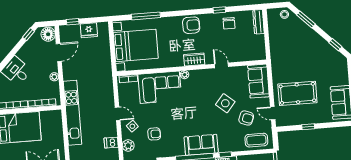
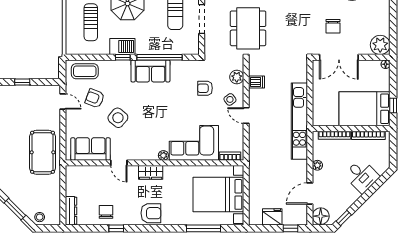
armchair: (191, 25) -> (151, 213), turned 180
sofa: (258, 81) -> (90, 149), moved, turned -90
pool table: (297, 93) -> (43, 152), moved, turned 90

